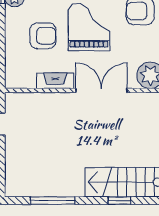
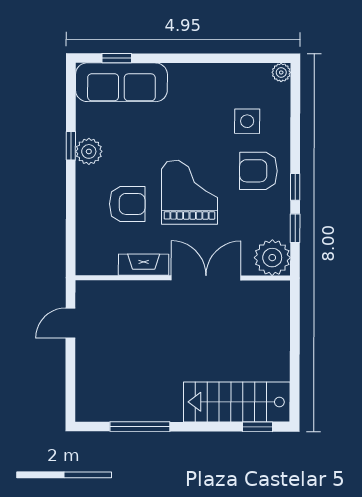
window: (119, 201) -> (258, 427), moved

